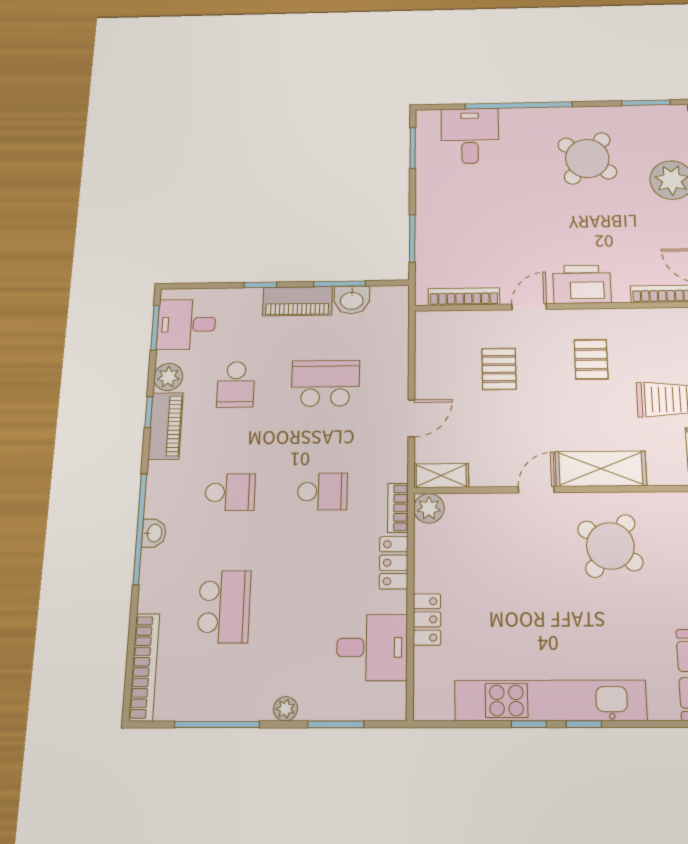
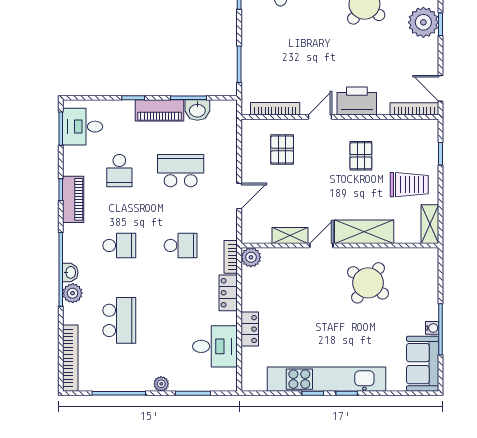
pallet: (499, 369) -> (282, 149), moved
plant: (168, 377) -> (73, 293), moved
shelving: (441, 476) -> (290, 235), moved

